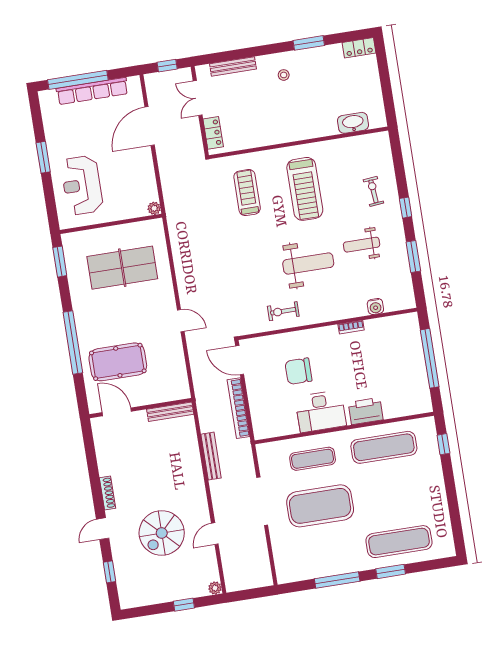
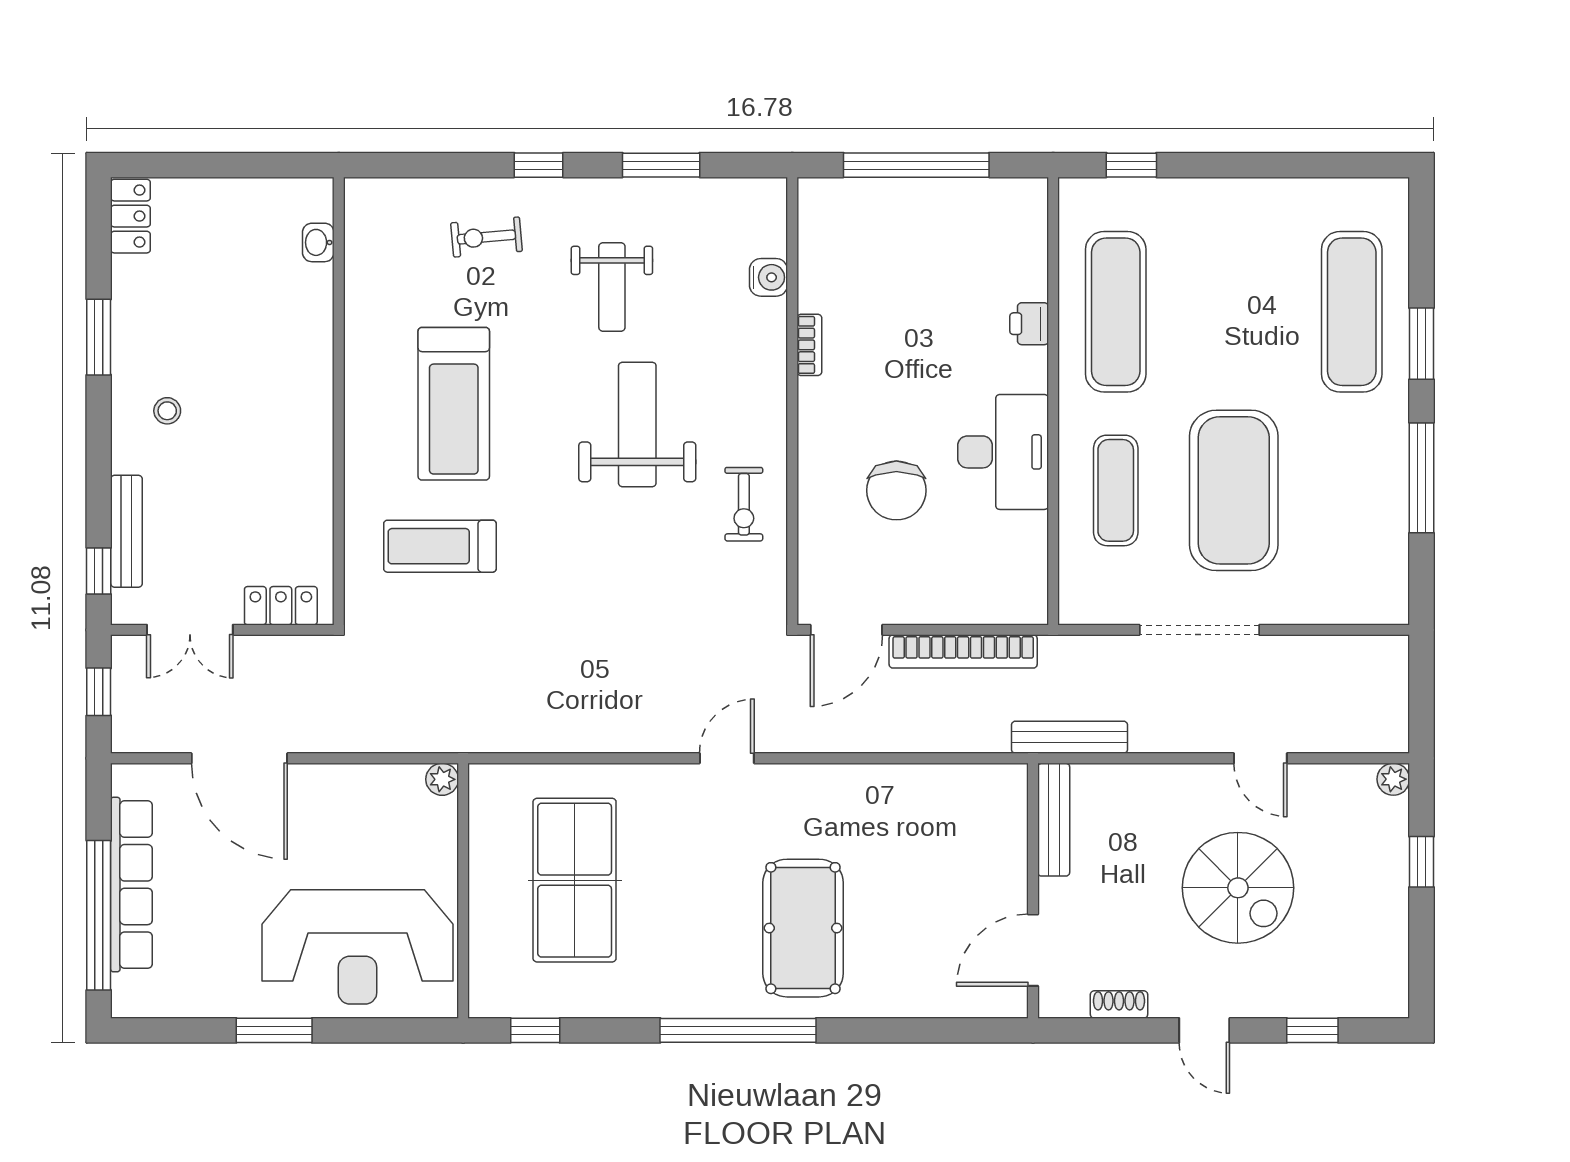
window: (215, 58) -> (99, 571), added
washbasin: (353, 123) -> (318, 242), width x0.52, depth x0.69
reception desk: (82, 185) -> (357, 947), width x1.36, depth x1.30
treadmill: (305, 189) -> (454, 404), turned 90
window: (60, 262) -> (535, 1030), width x0.67
wall: (140, 408) -> (1033, 891), moved
printer: (366, 411) -> (1029, 324), width x0.53, depth x0.68
door: (117, 412) -> (1033, 950), moved
bench: (170, 412) -> (1054, 820), moved
shoe rack: (108, 493) -> (1119, 1004), width x0.70

